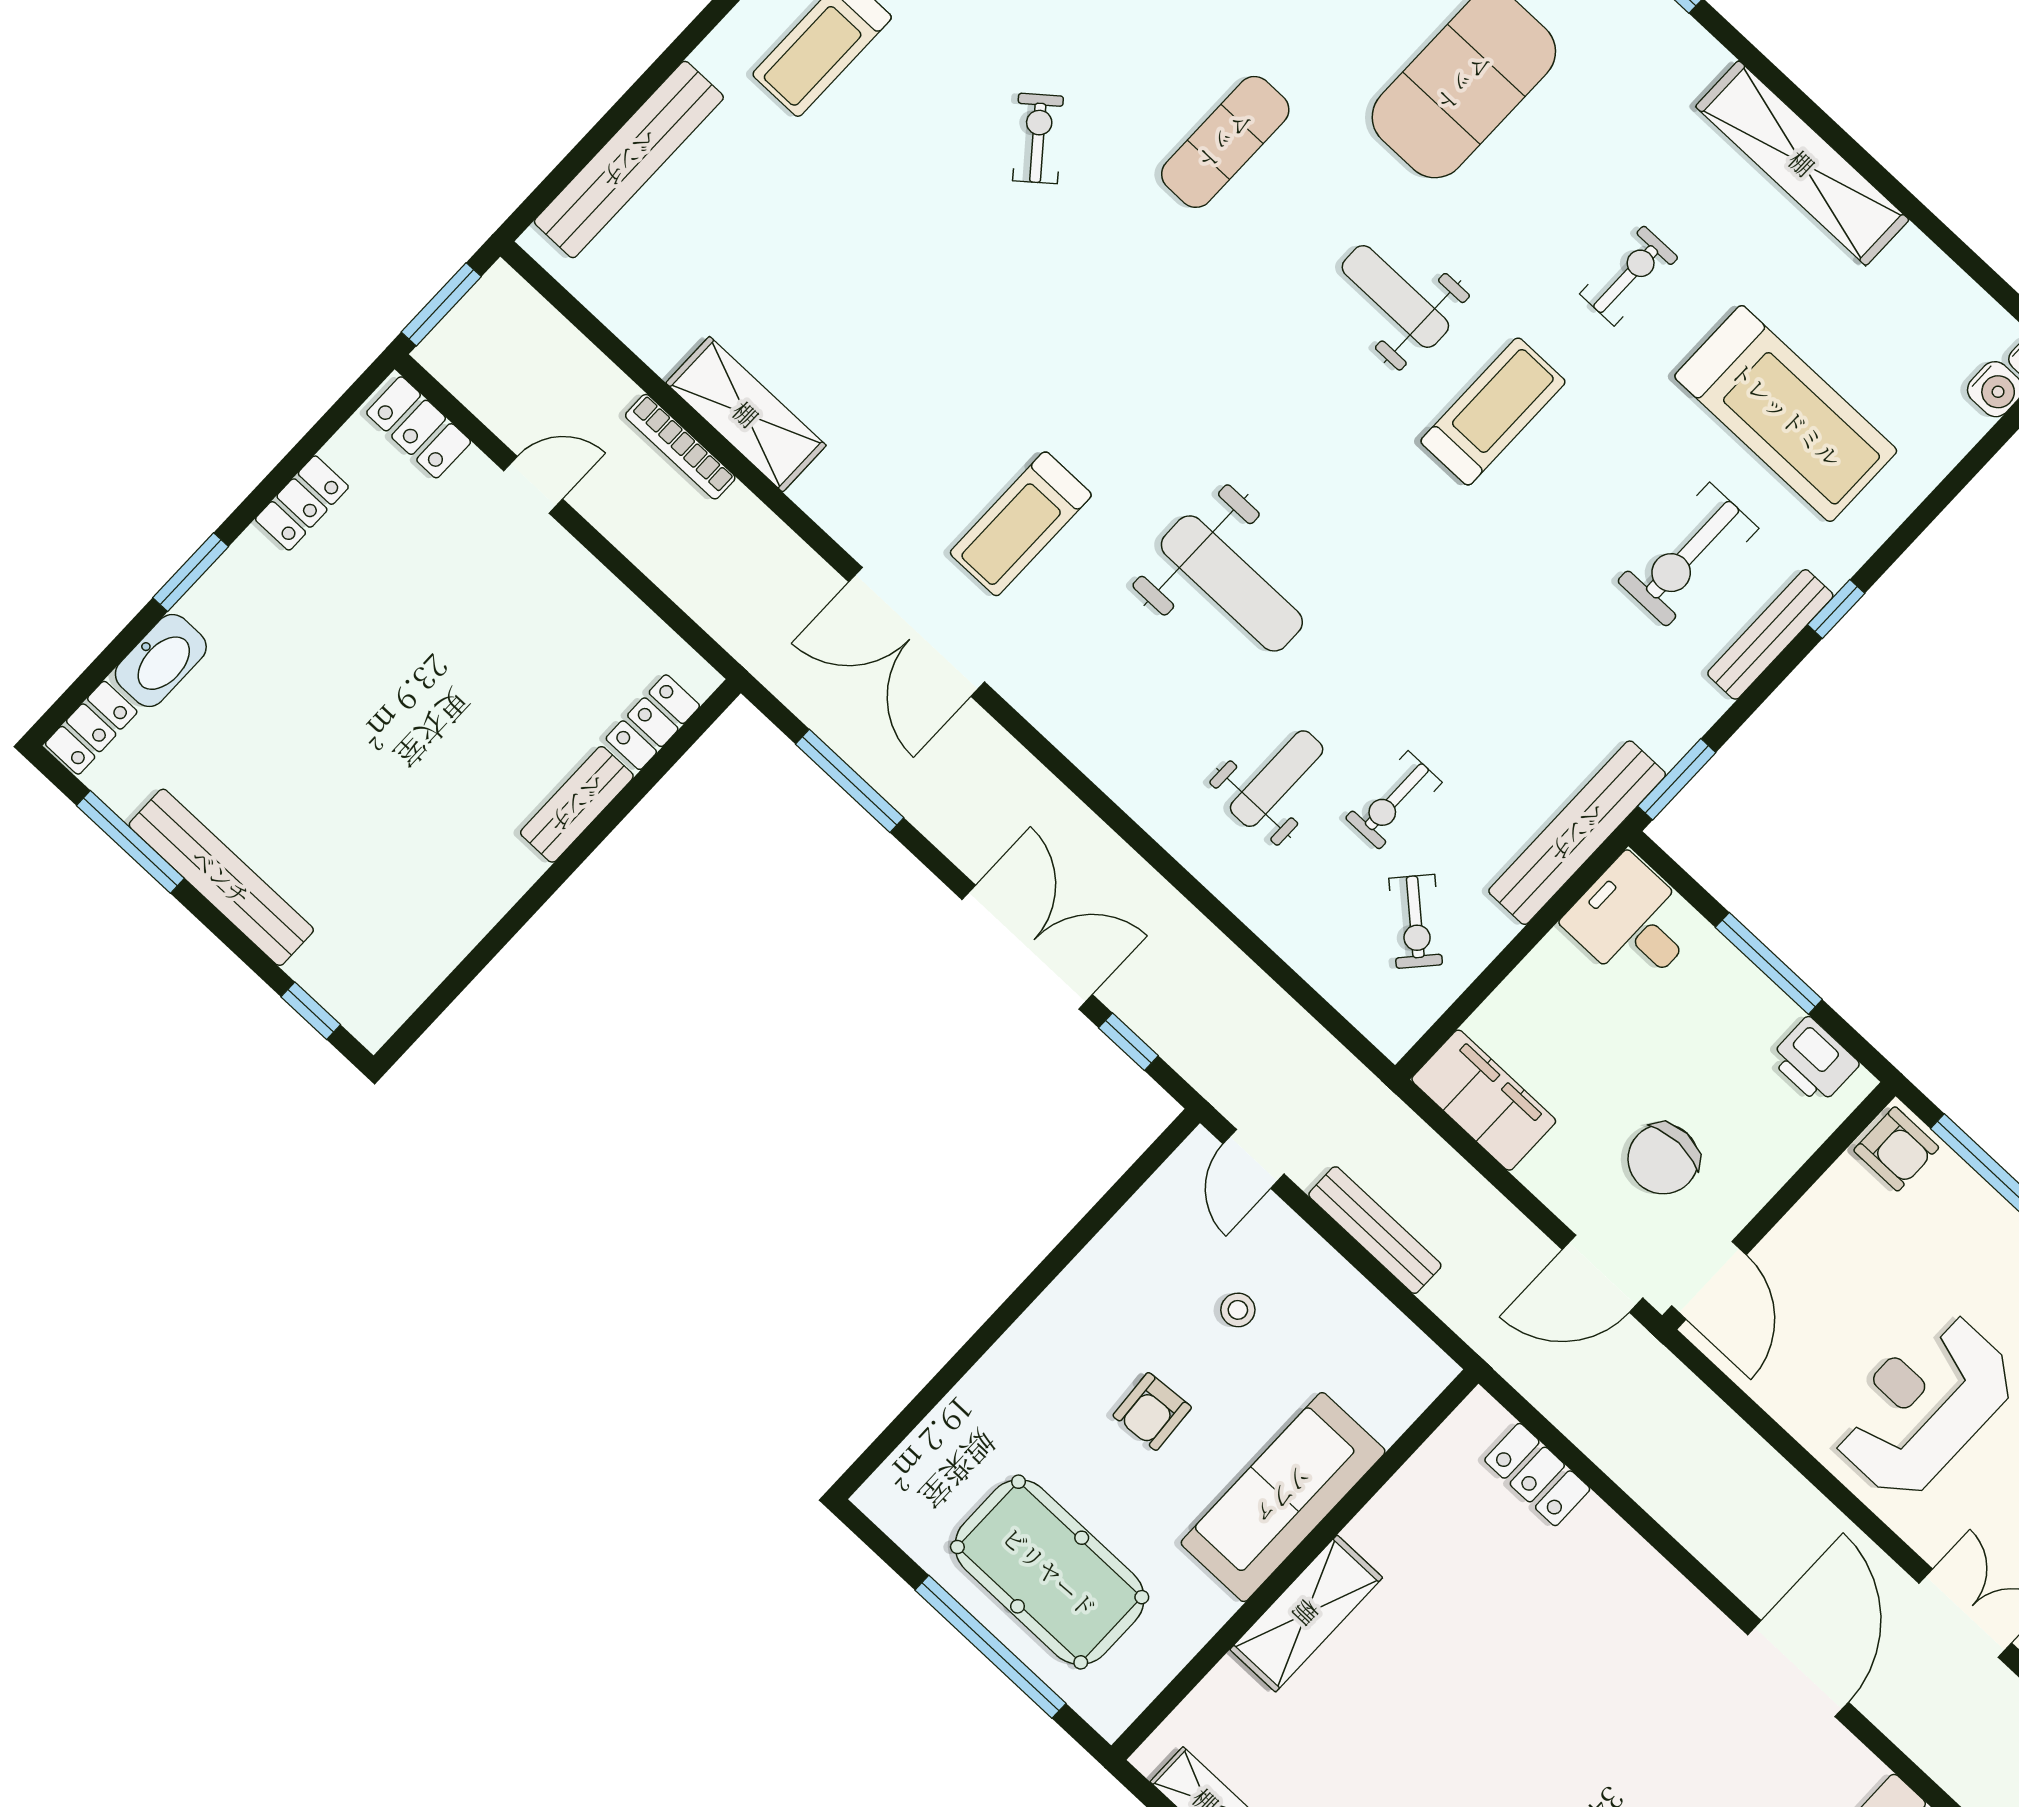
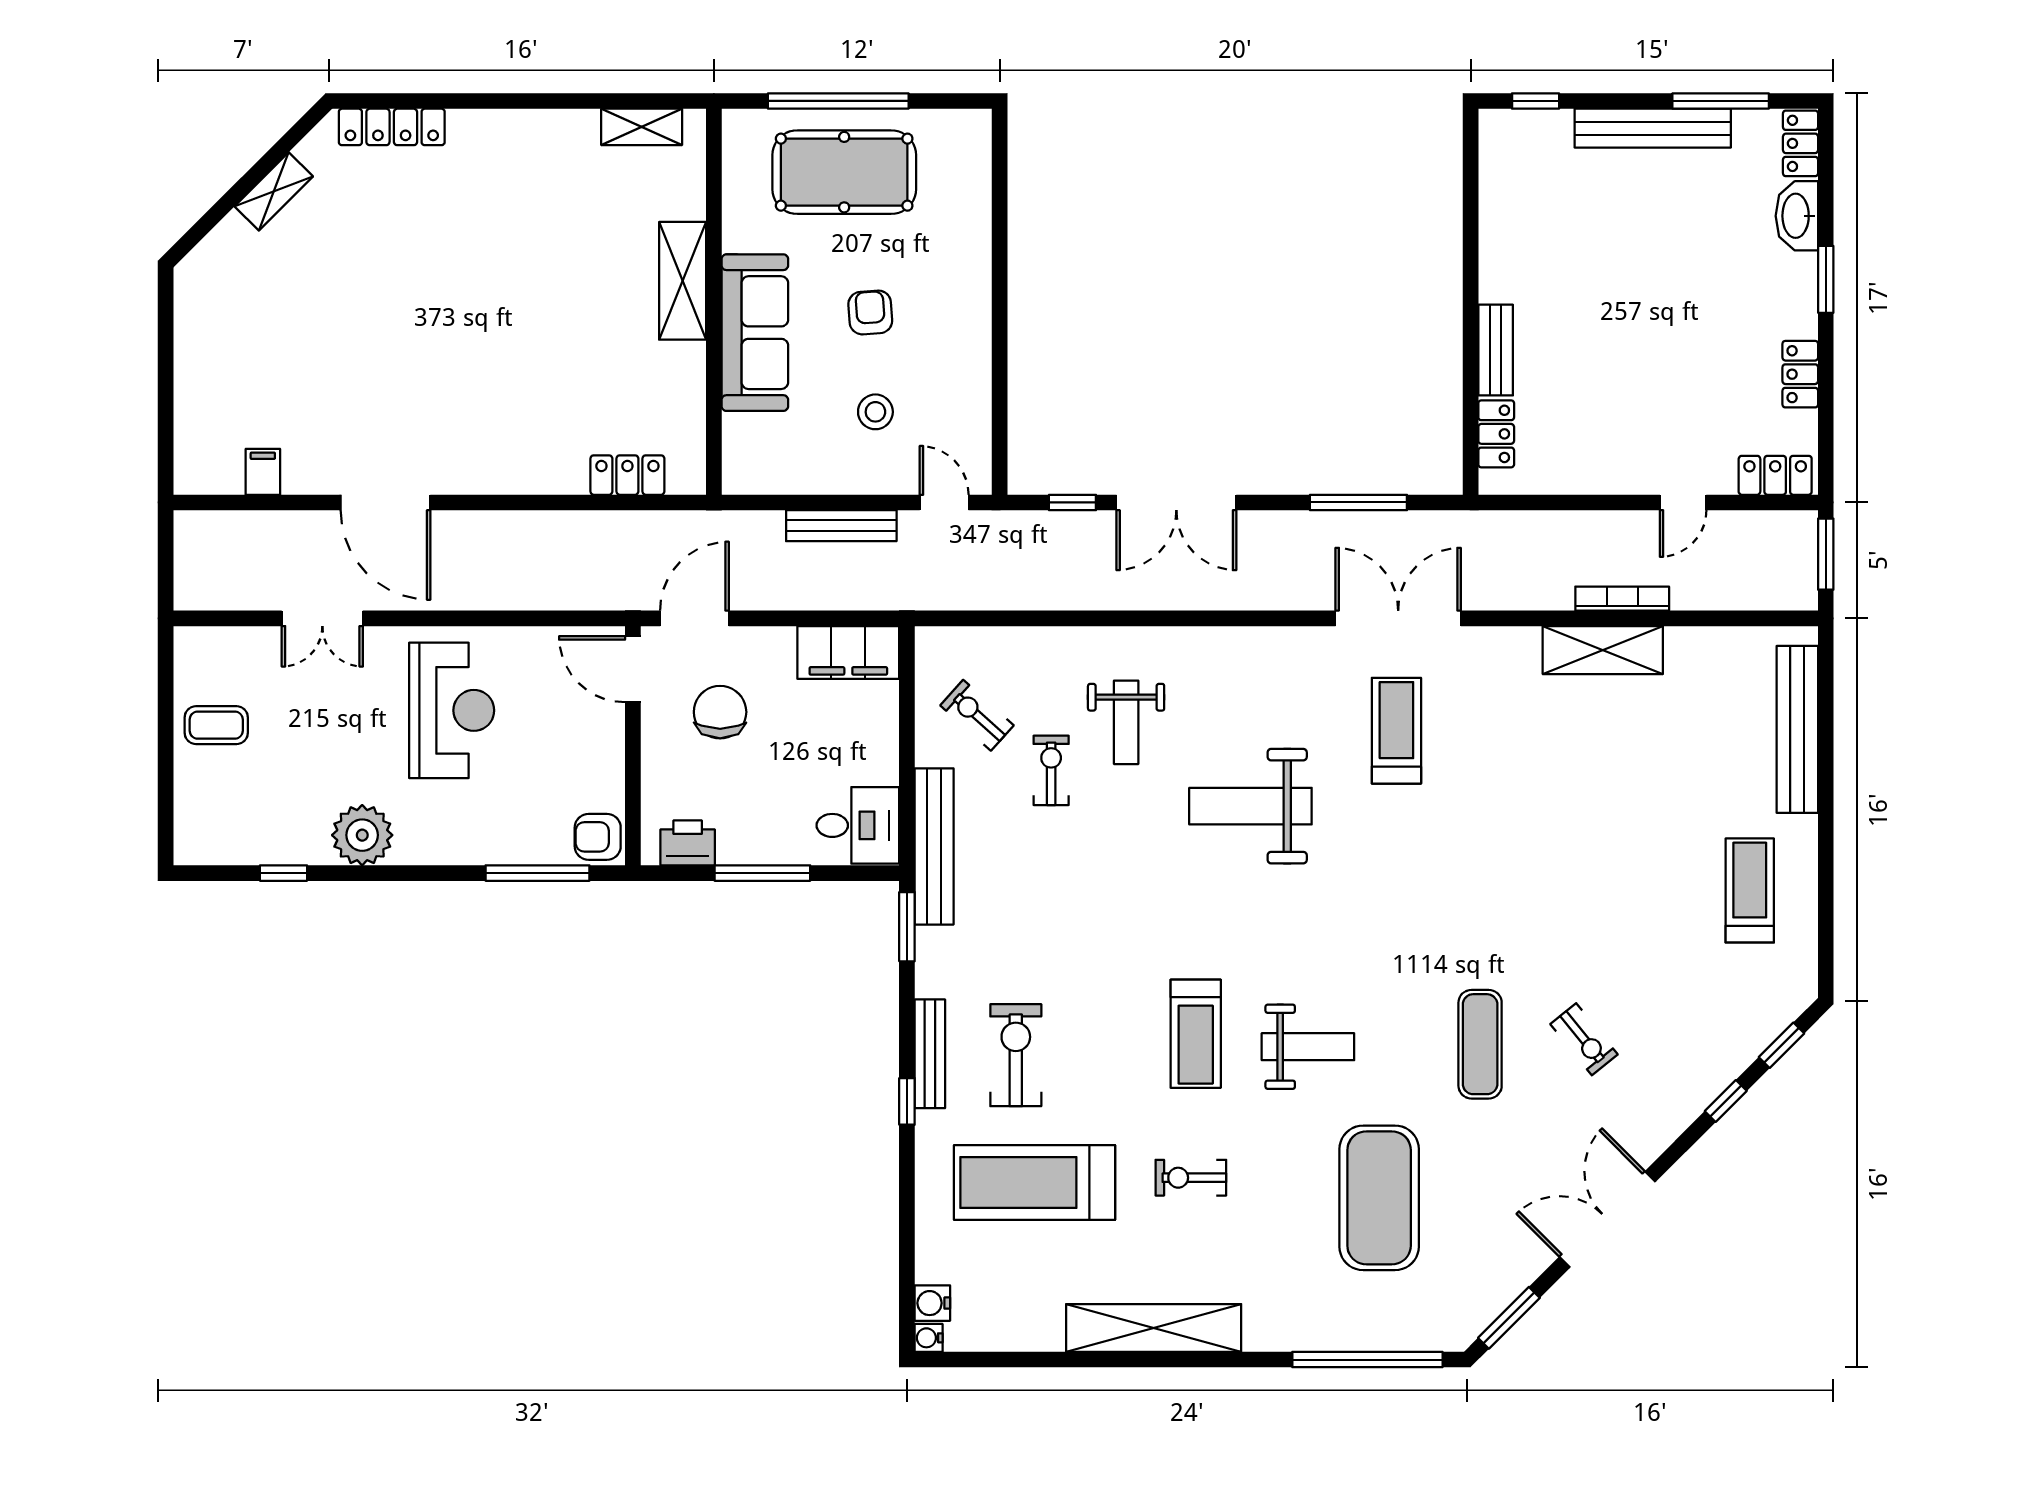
exercise bike: (1038, 138) -> (1584, 1039), moved
exercise bike: (1629, 276) -> (1191, 1178), turned 90
stool: (1238, 1310) -> (875, 412), width x1.37, depth x1.37

